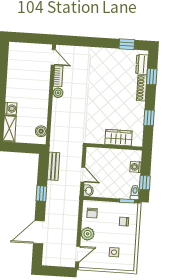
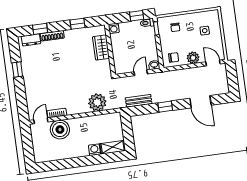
window: (127, 44) -> (17, 69), moved
plant: (58, 93) -> (97, 102), moved, width x1.87, depth x1.87
boiler: (41, 131) -> (60, 130), moved, width x1.86, depth x1.86
washing machine: (136, 167) -> (114, 28), moved

